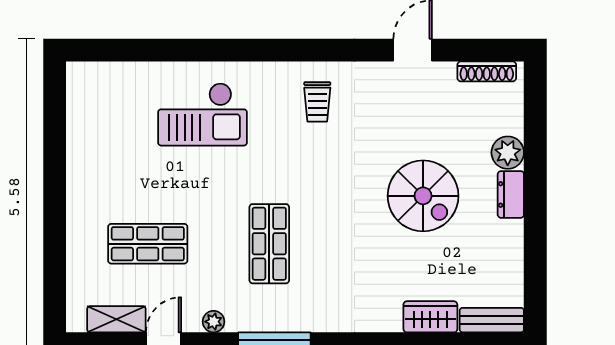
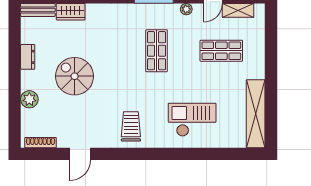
trolley: (317, 102) -> (131, 126), width x1.36, depth x1.39
shelving: (83, 125) -> (256, 114), added
dresser: (511, 194) -> (28, 57), moved

